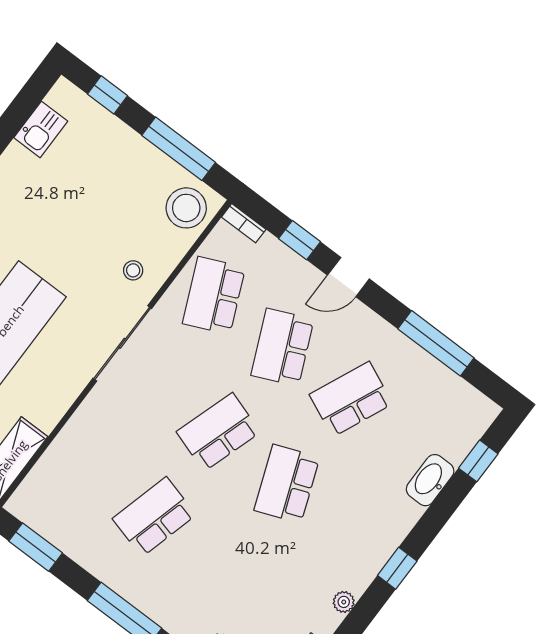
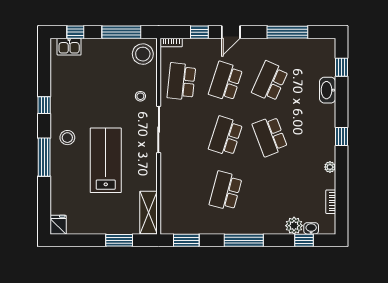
kitchen sink: (41, 129) -> (69, 47), moved, turned 90
school desk: (214, 295) -> (181, 81), turned 30
school desk: (282, 347) -> (226, 81), turned 42

